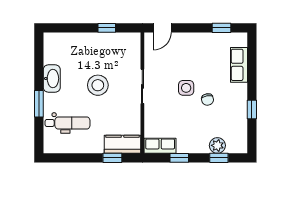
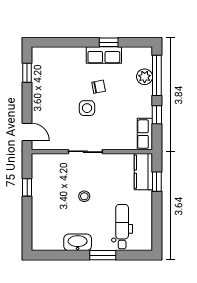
row of seats: (239, 65) -> (104, 55), moved
stool: (98, 85) -> (84, 196), width x0.53, depth x0.53
window: (219, 158) -> (157, 75), width x2.17

